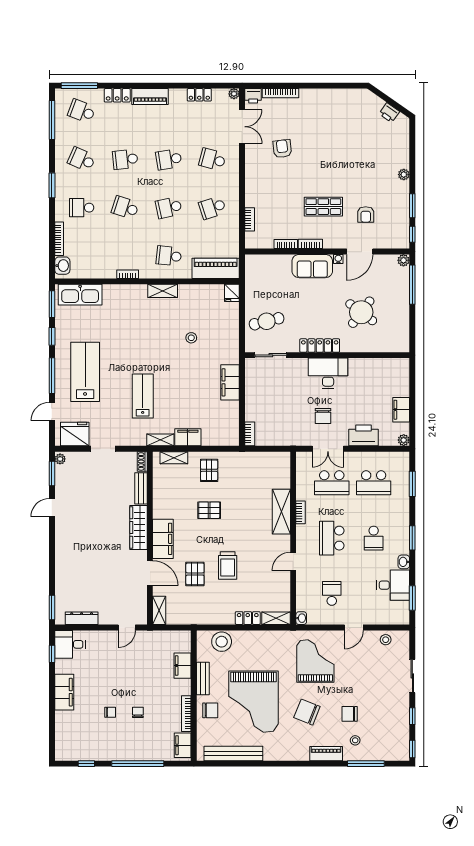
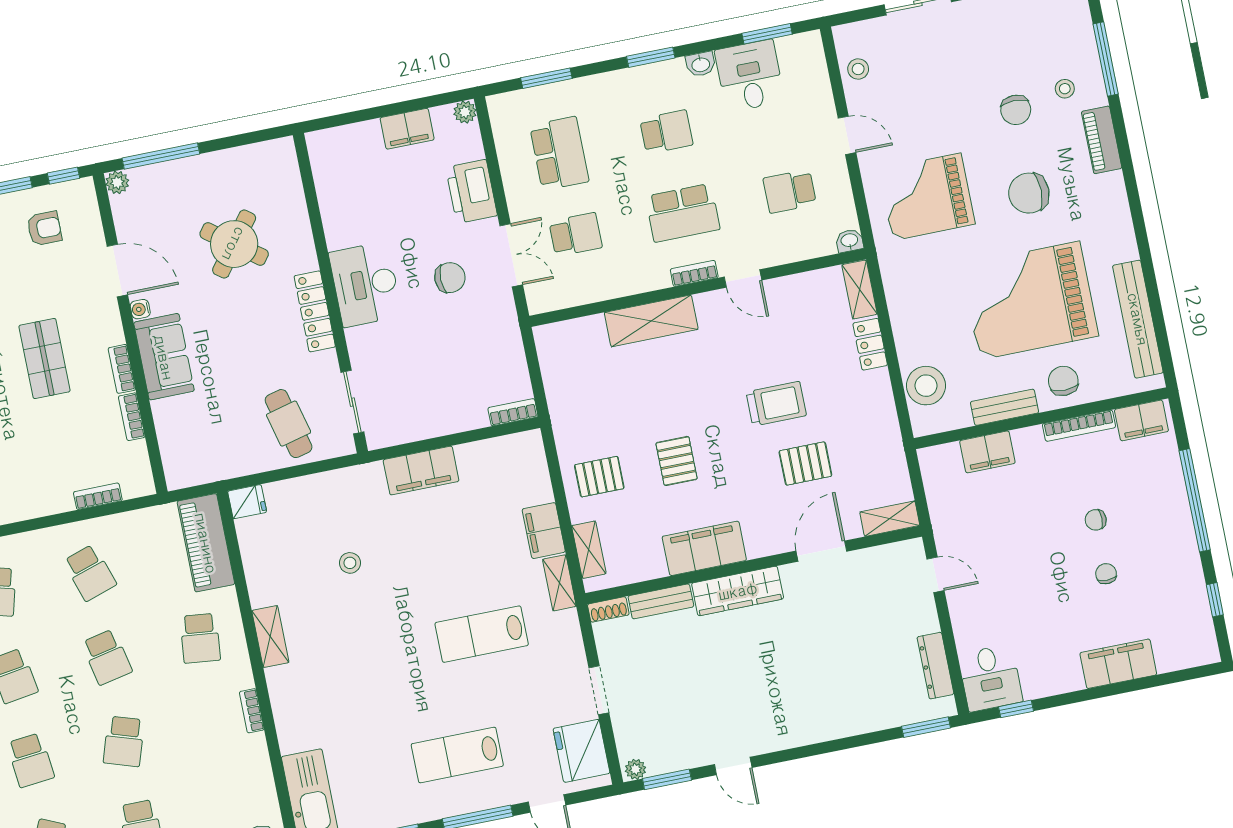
armchair: (366, 215) -> (44, 228), moved
lab bench: (85, 372) -> (457, 755), width x0.73, depth x0.72
school desk: (332, 483) -> (576, 234), width x0.54
bookcase: (301, 512) -> (694, 273), moved
filing cabinet: (163, 539) -> (704, 548), moved
filing cabinet: (64, 692) -> (1118, 664), moved
grand piano: (253, 702) -> (1030, 301), turned 180
chair: (307, 712) -> (1029, 193), turned 68

